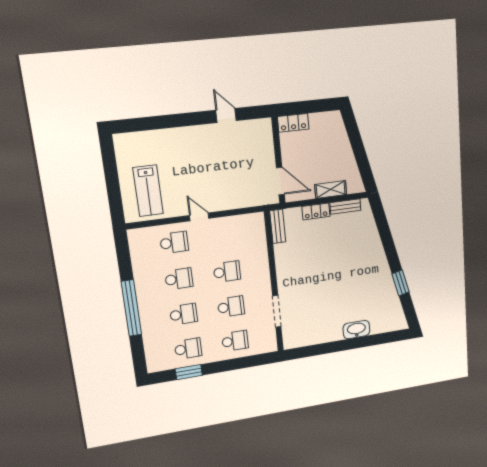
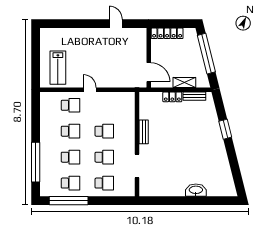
locker: (293, 123) -> (167, 33), width x1.53
window: (357, 145) -> (206, 54), added
bench: (278, 226) -> (144, 132), moved
window: (401, 283) -> (225, 129), moved
window: (131, 308) -> (36, 162), moved
window: (189, 372) -> (69, 201), width x2.11

